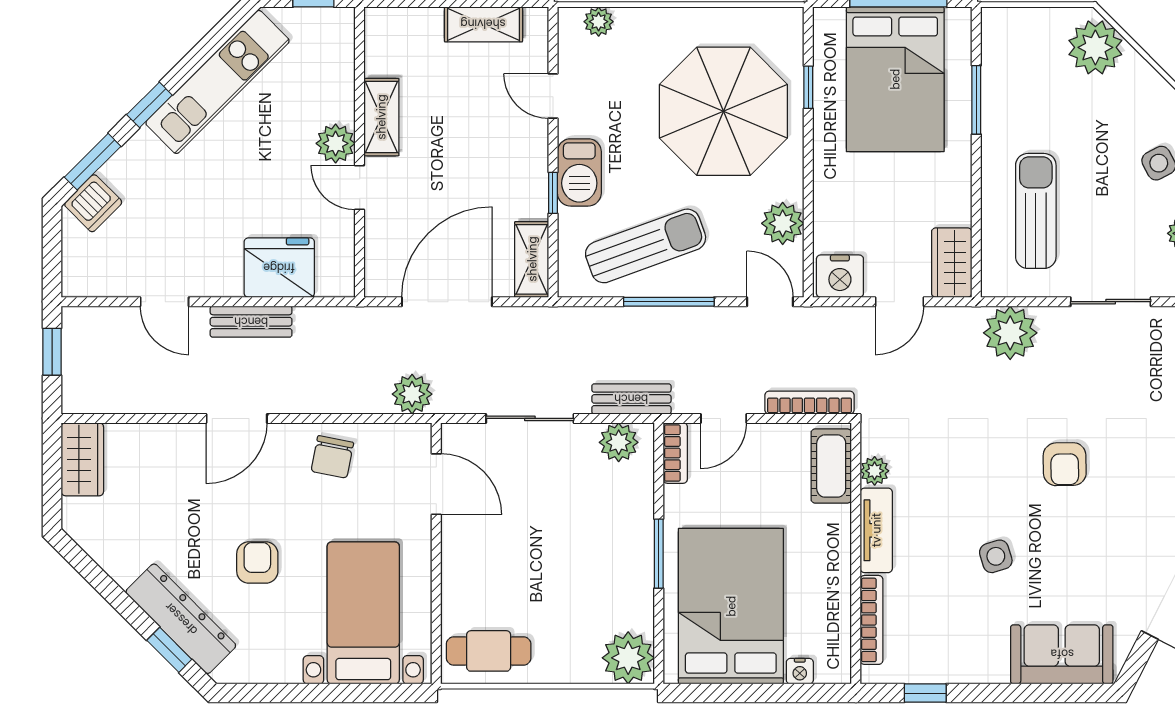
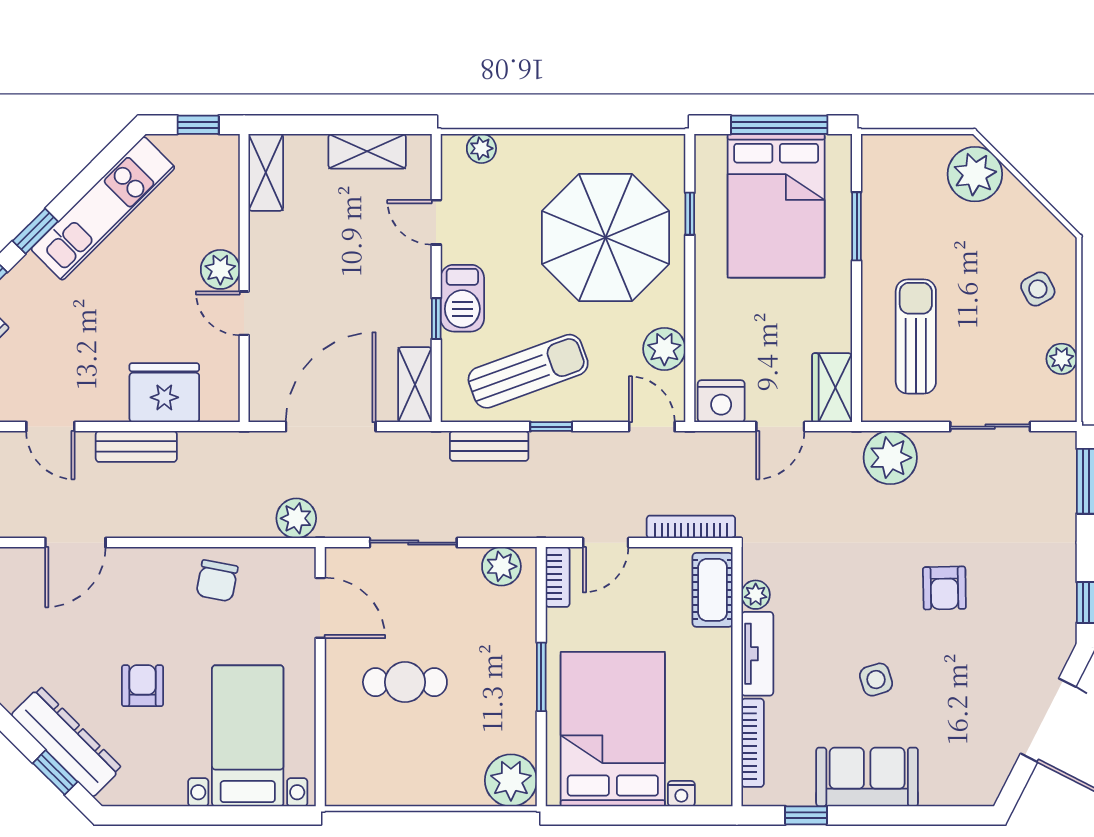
shelving: (381, 117) -> (266, 172), moved
window: (669, 302) -> (551, 427), width x0.46
bench: (631, 399) -> (489, 446), moved
door: (237, 418) -> (75, 543), moved
cafe table: (489, 651) -> (405, 682), moved
sofa: (1062, 654) -> (867, 777), moved

